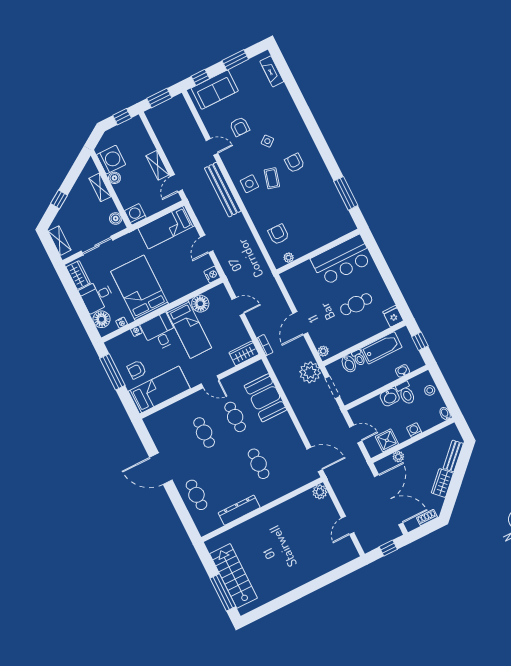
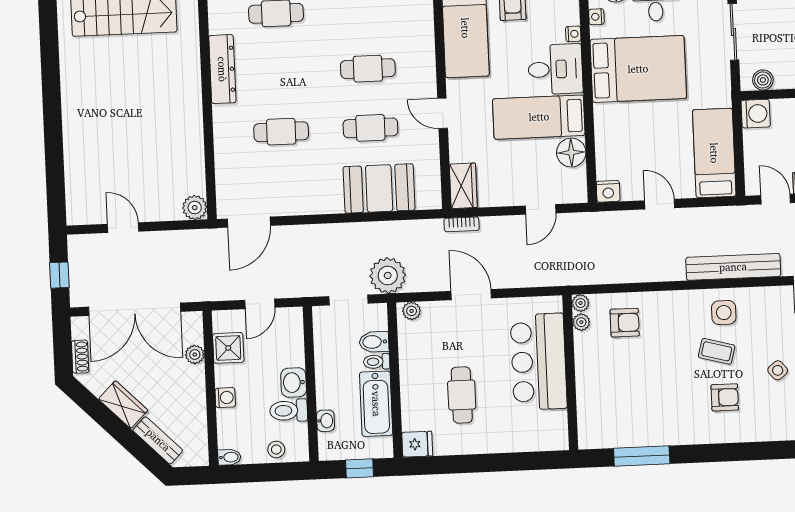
bar counter: (342, 260) -> (539, 362), moved
plant: (279, 263) -> (580, 303), added
door: (210, 382) -> (443, 113), hinge flipped

